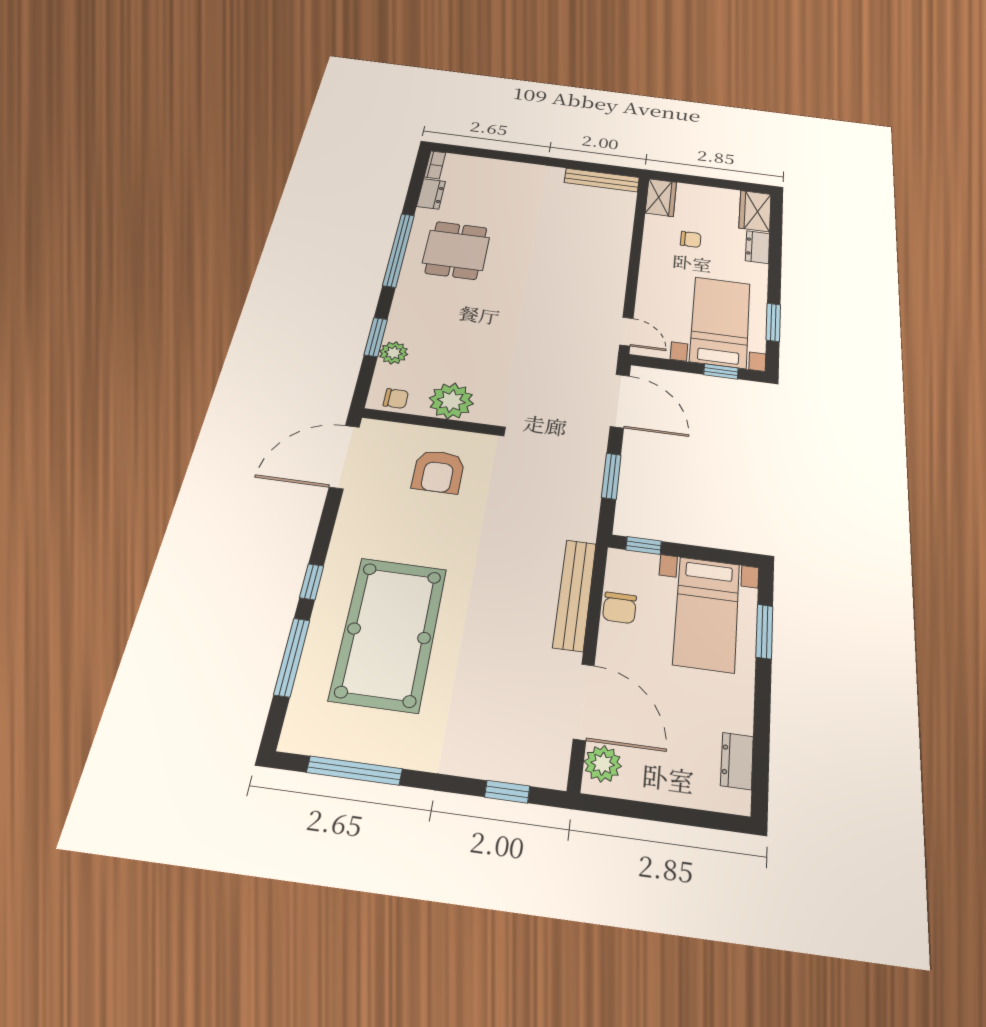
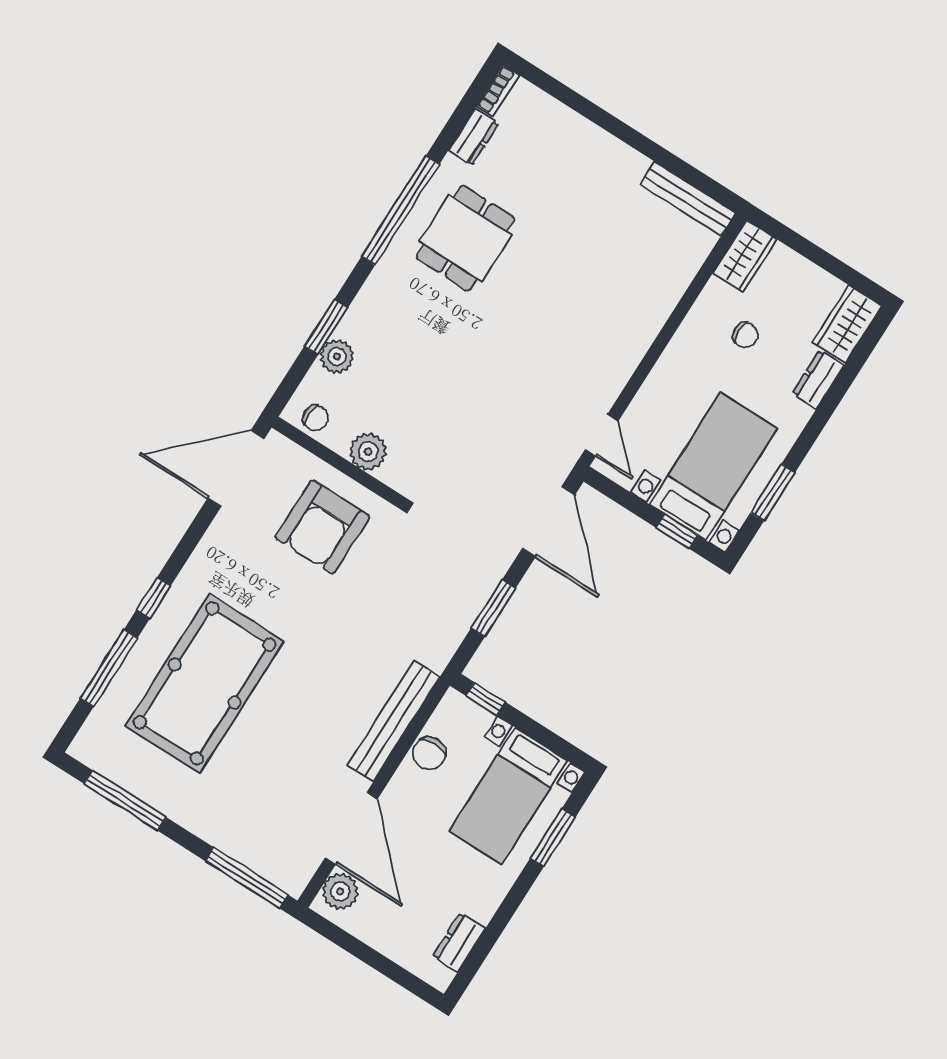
plant: (451, 401) -> (368, 452), width x0.73, depth x0.73
armchair: (438, 472) -> (322, 527), width x1.36, depth x1.36
window: (507, 792) -> (247, 878), width x2.17

